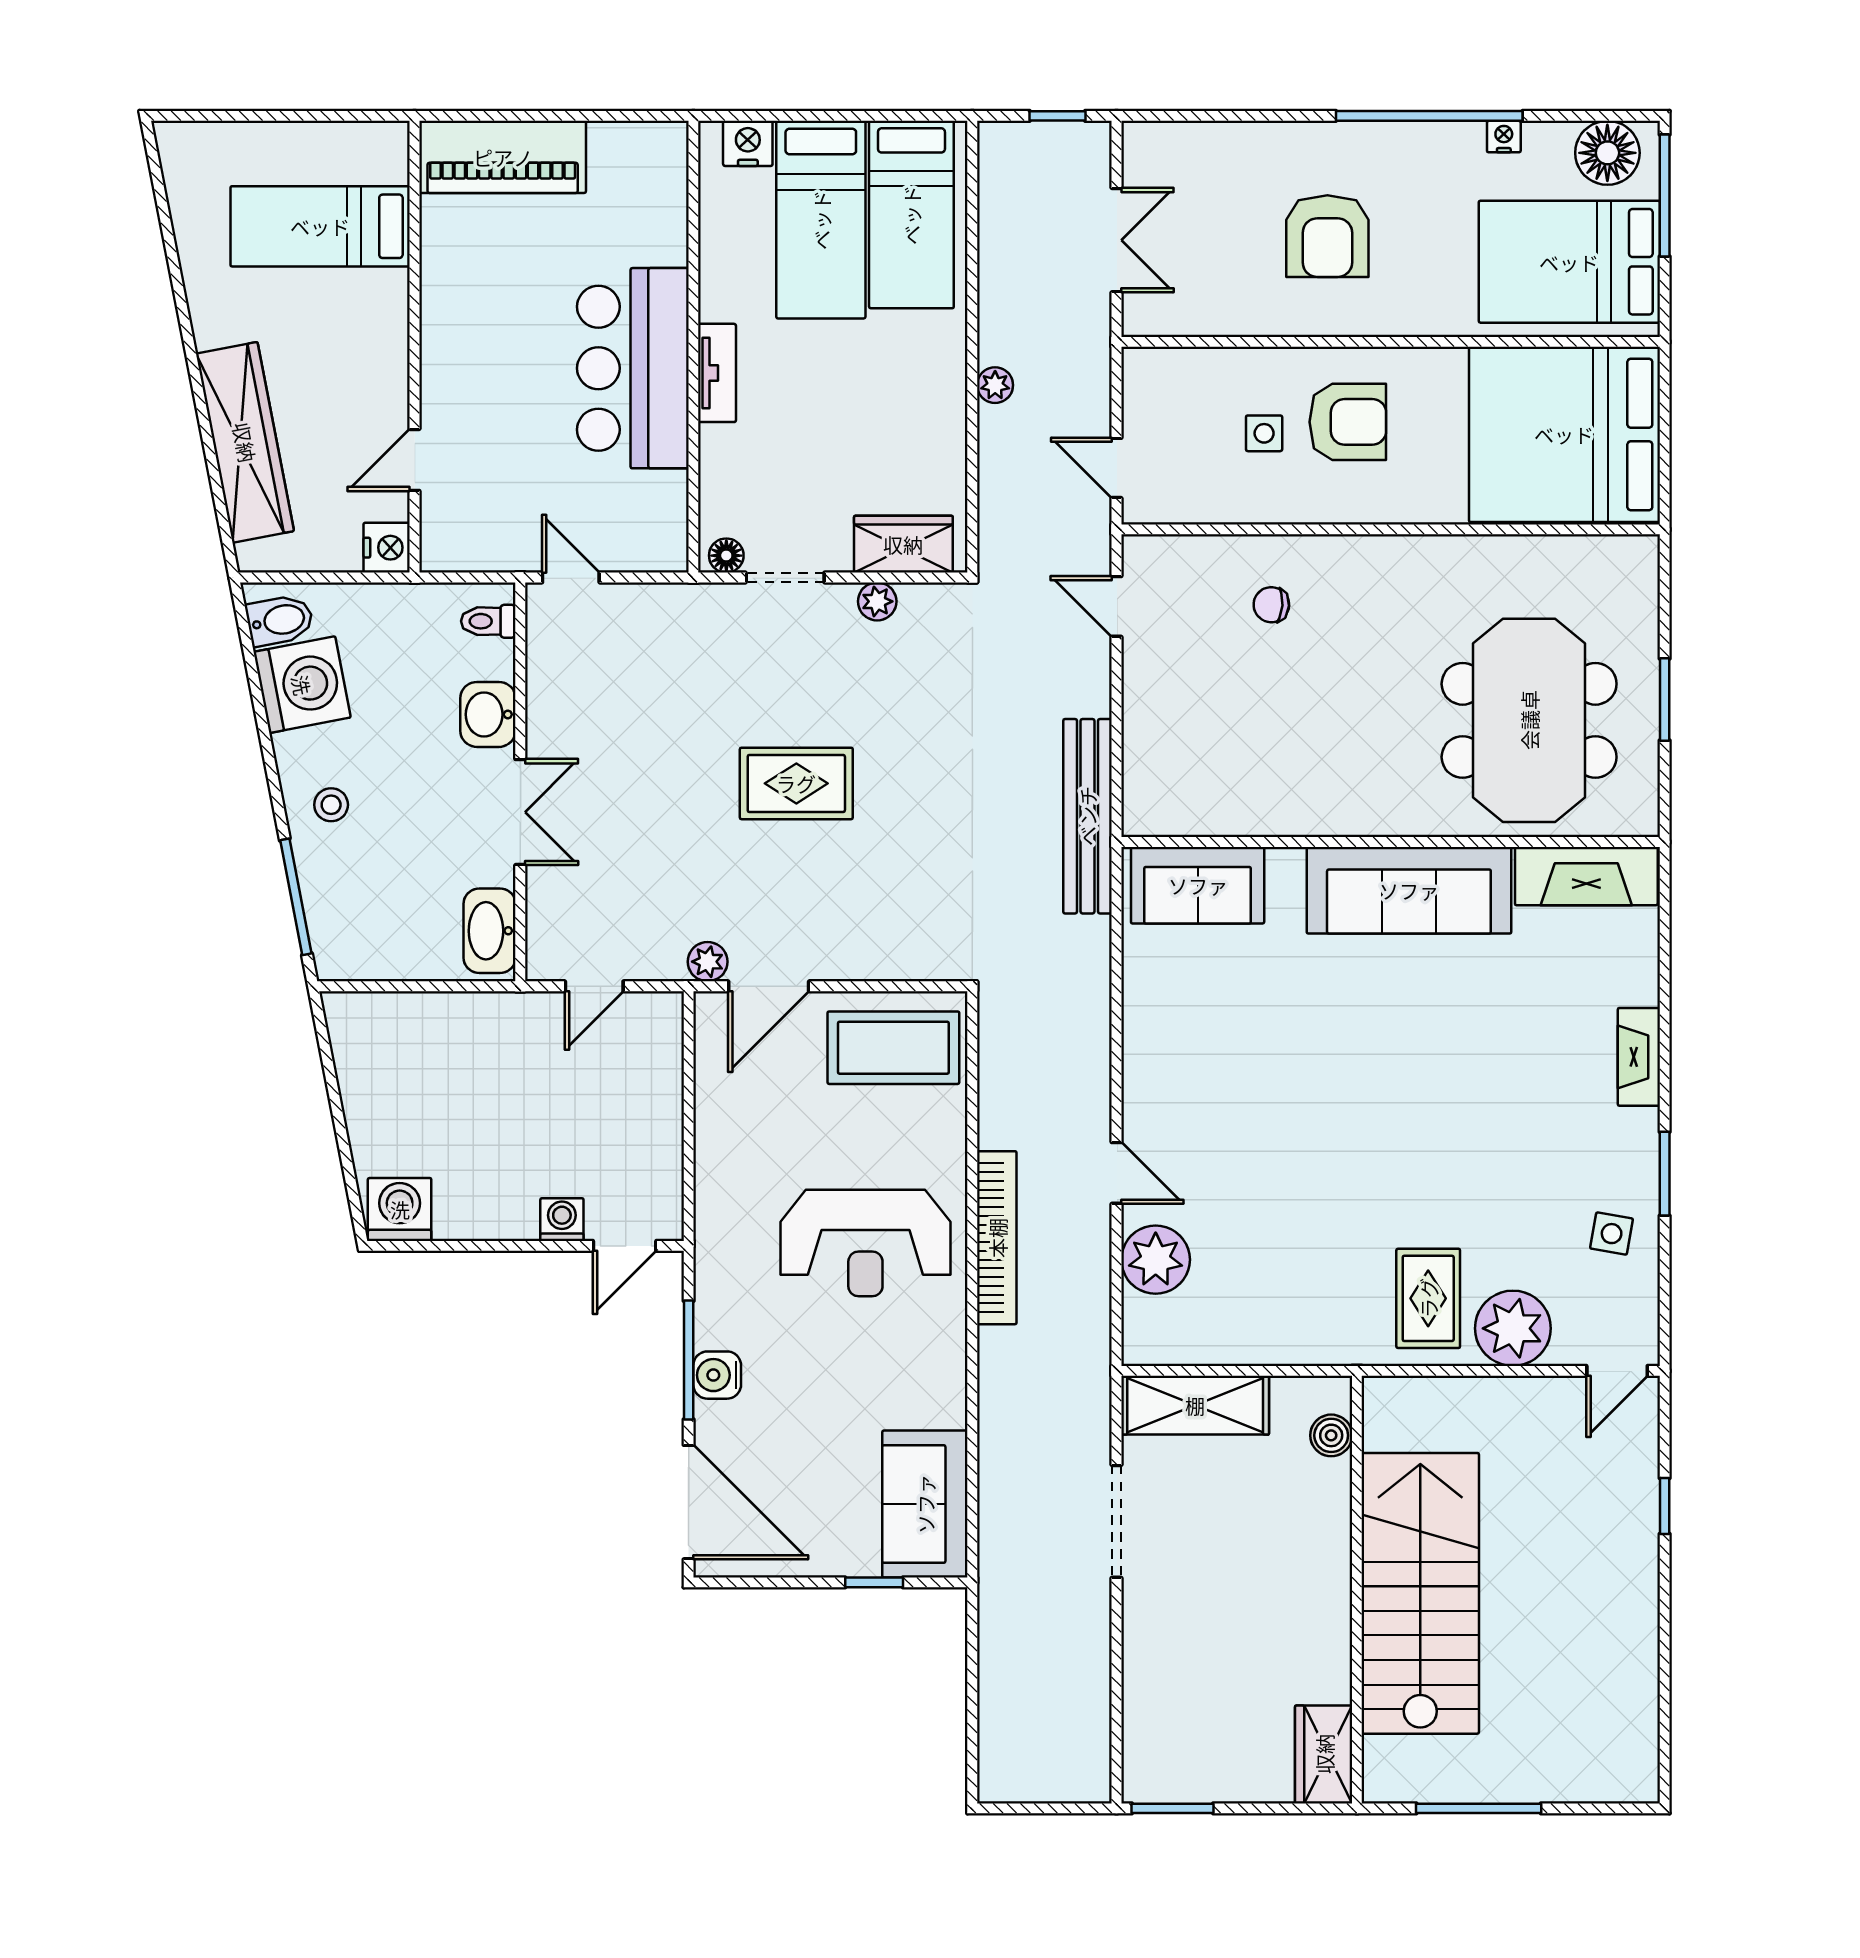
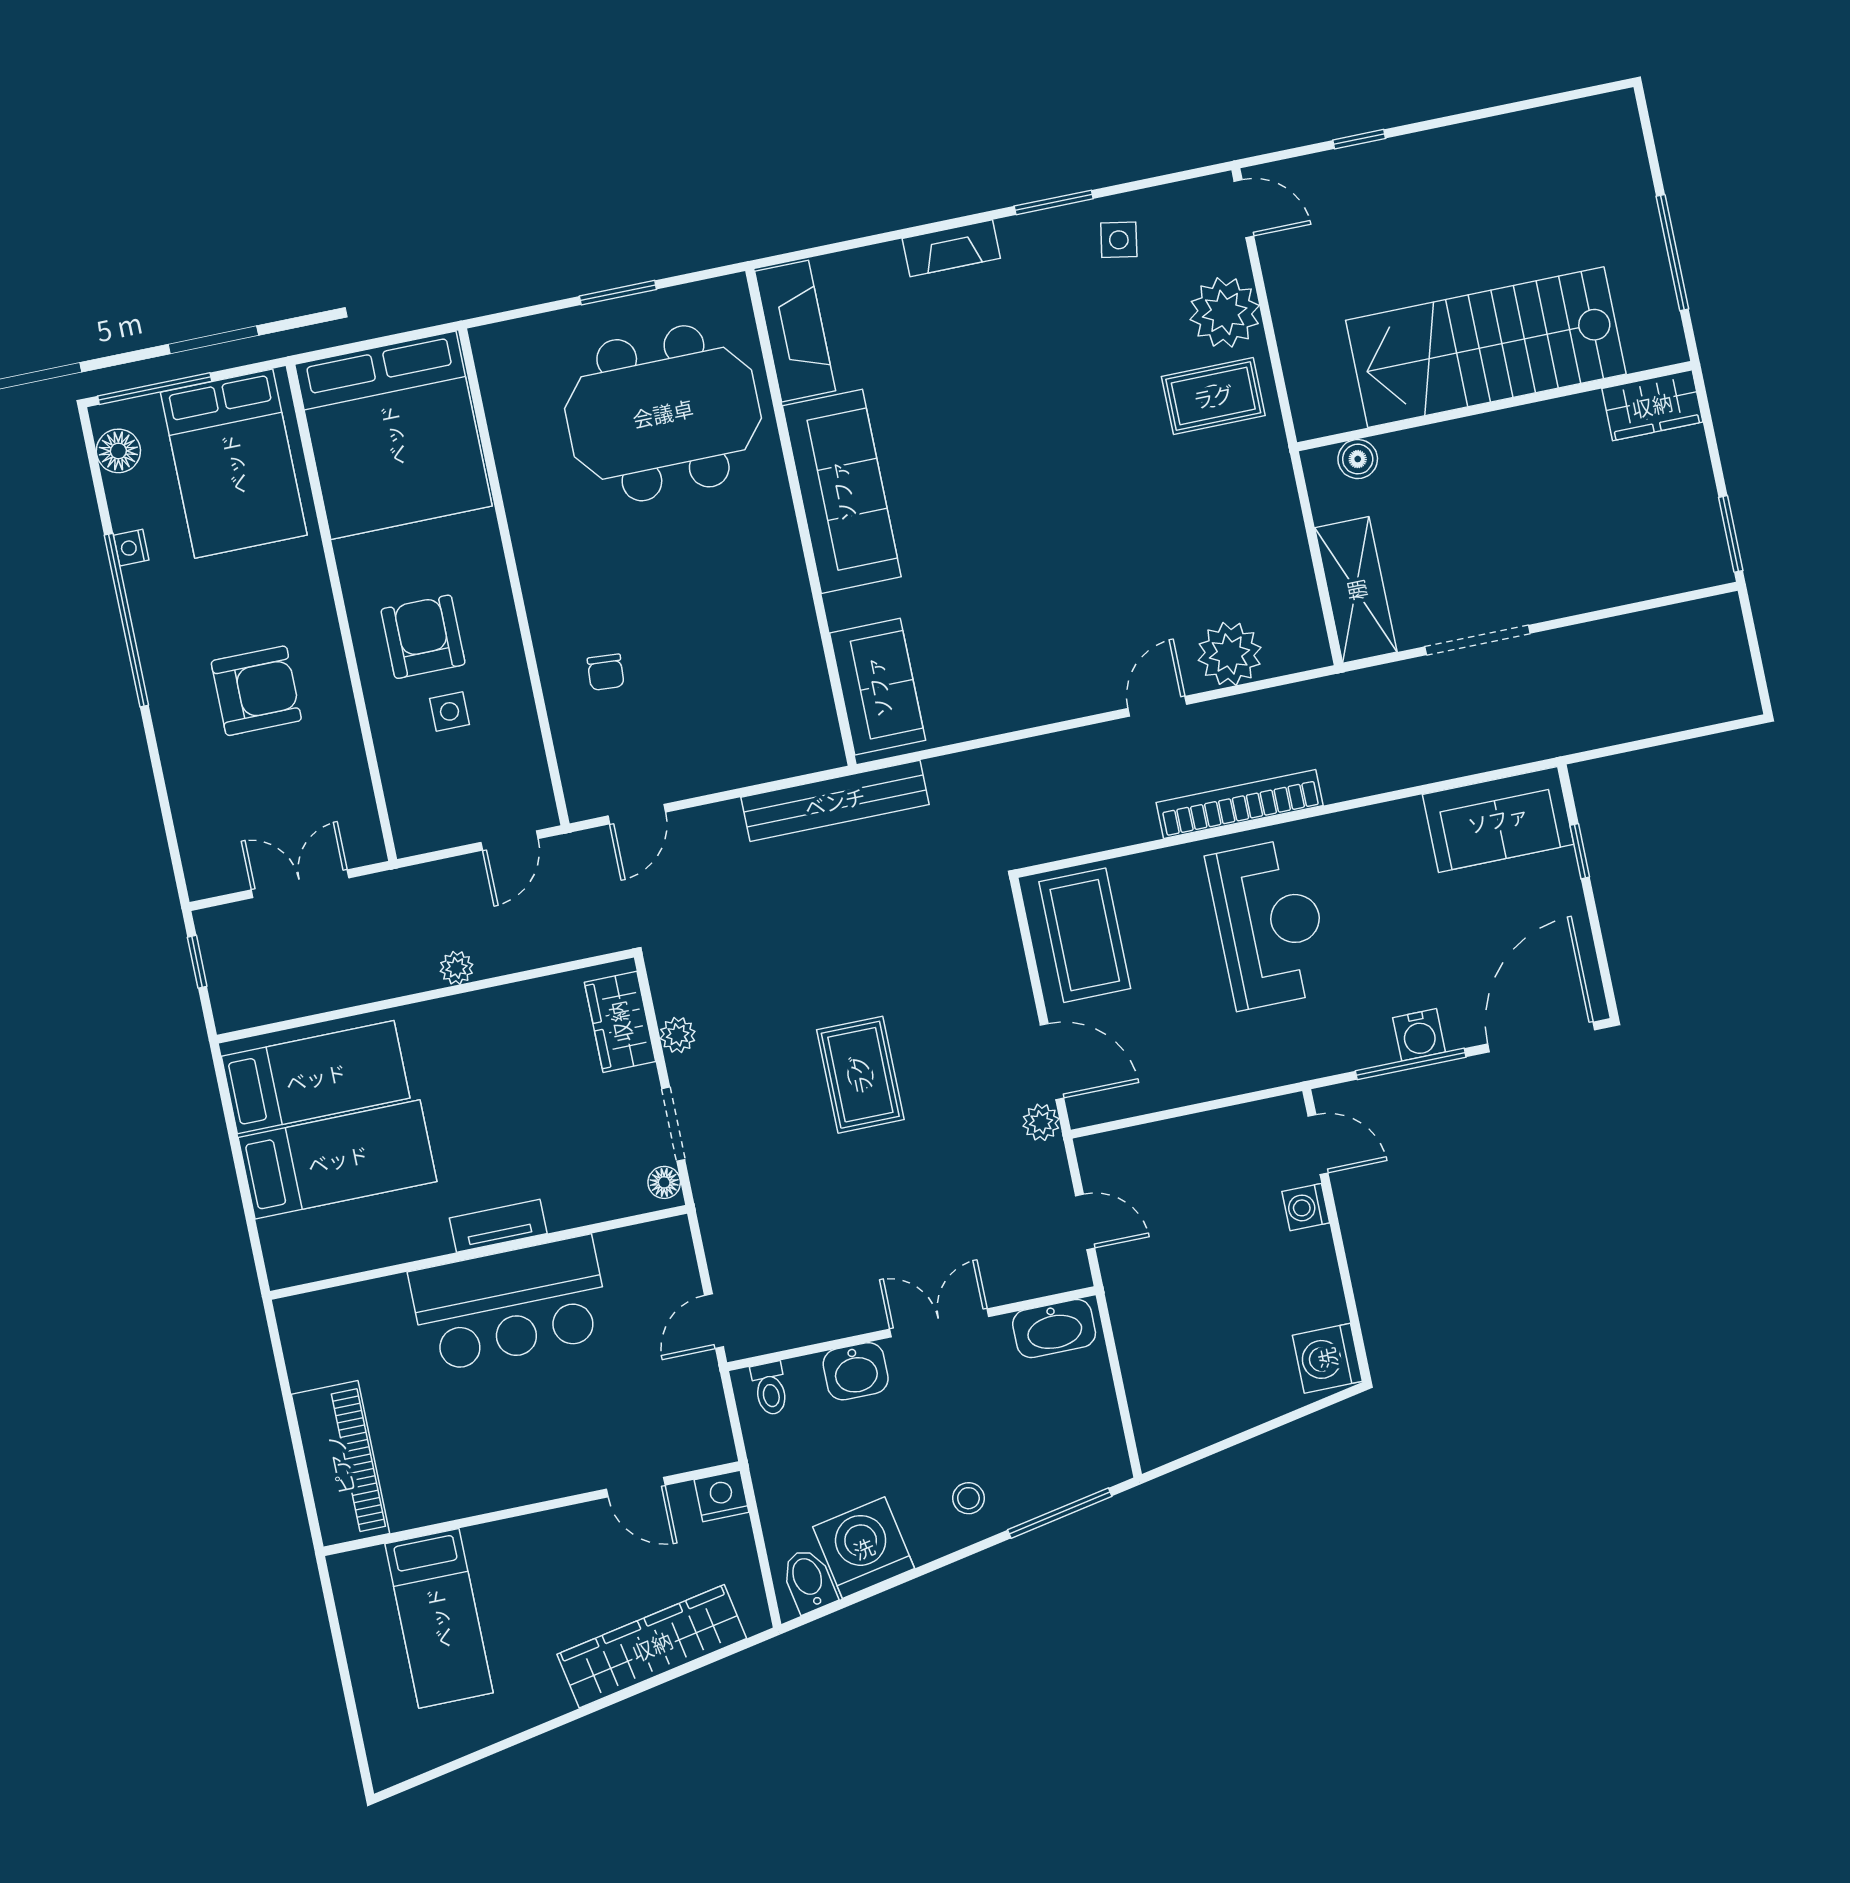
nightstand: (748, 143) -> (281, 1241), removed
floor lamp: (1607, 153) -> (118, 451), width x0.73, depth x0.73

